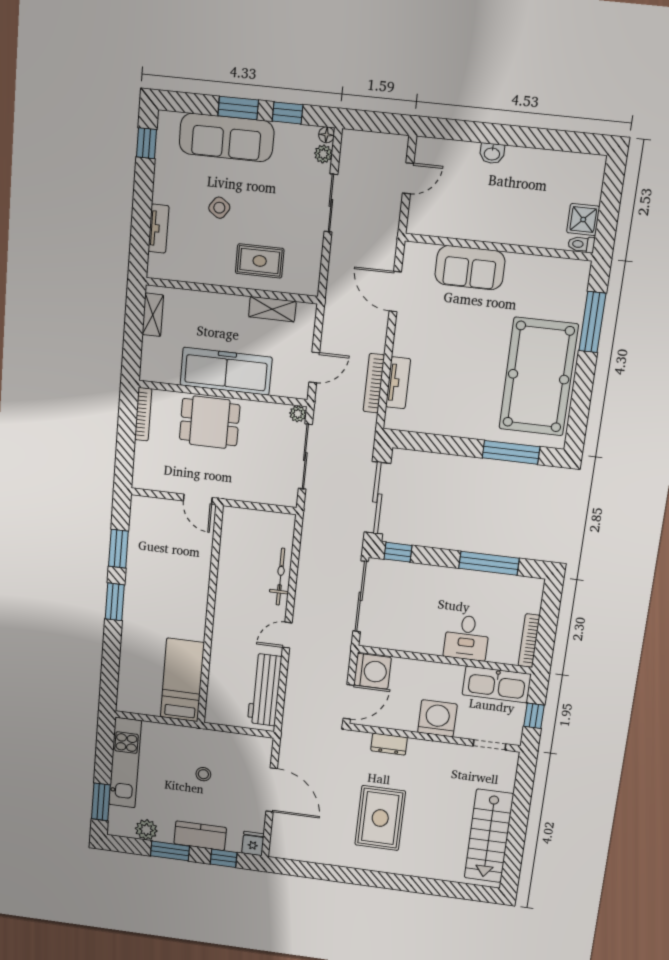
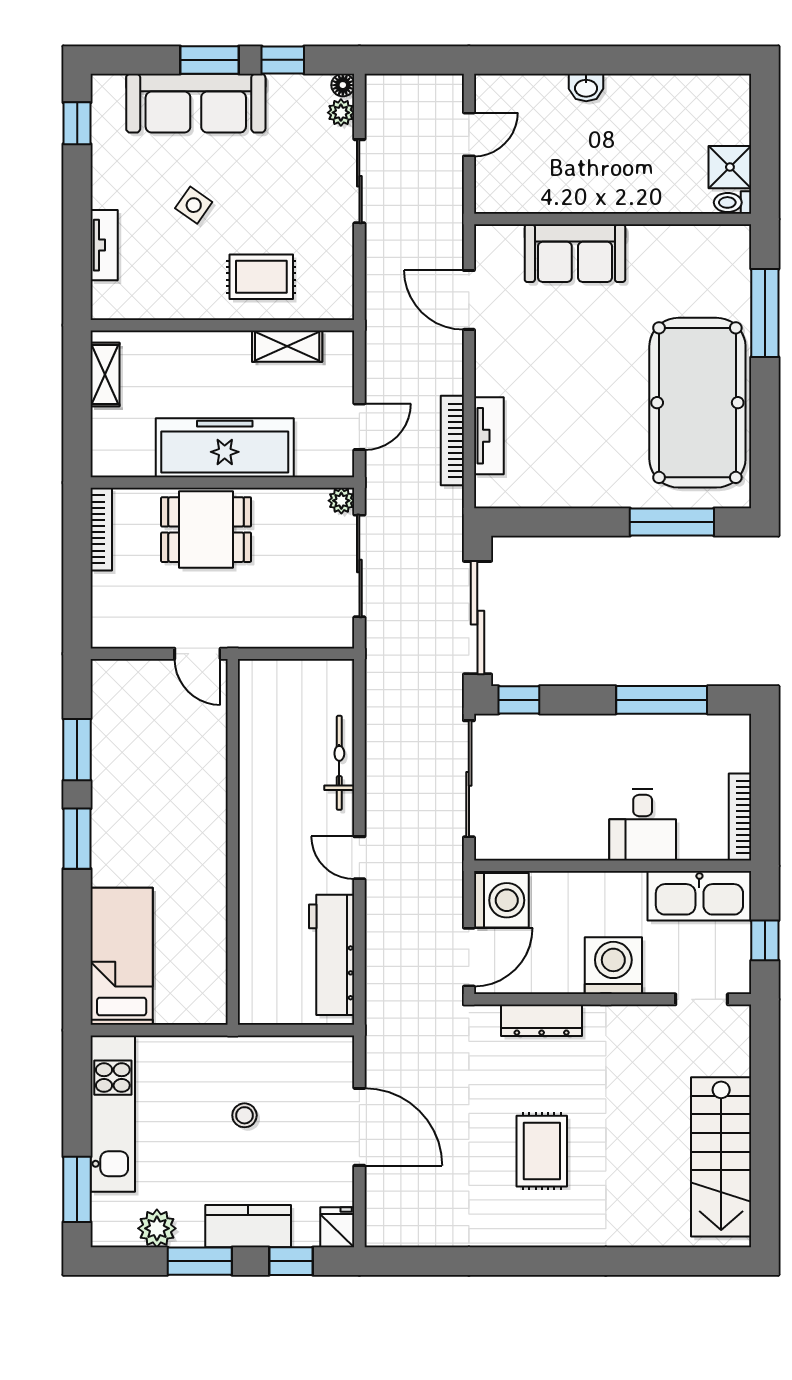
door: (287, 635) -> (359, 858), hinge flipped
bed: (182, 680) -> (122, 956), moved
dresser: (389, 744) -> (542, 1020), width x1.44
rug: (380, 818) -> (542, 1151), width x0.73, depth x0.70

